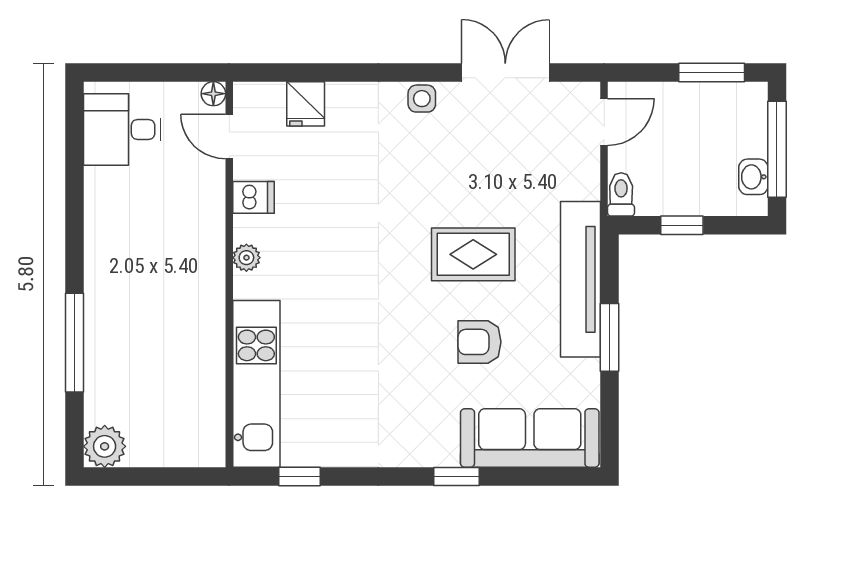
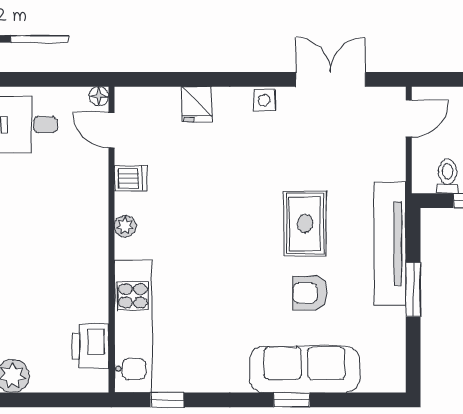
fridge: (306, 104) -> (197, 104), moved
toilet: (621, 194) -> (448, 176), moved
rug: (473, 254) -> (305, 224), turned 90
printer: (203, 409) -> (90, 346), added
sofa: (530, 438) -> (304, 369), moved

